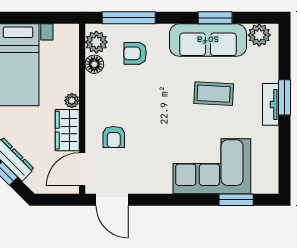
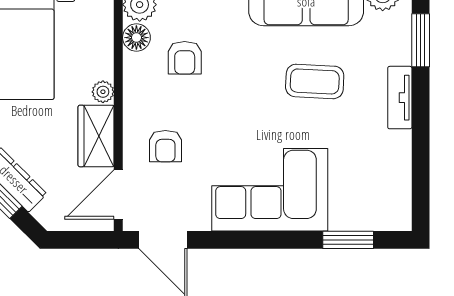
armchair: (135, 53) -> (185, 58), moved, turned -90
window: (285, 97) -> (421, 40), moved
corner sofa: (212, 166) -> (270, 190), moved

